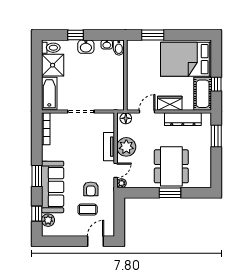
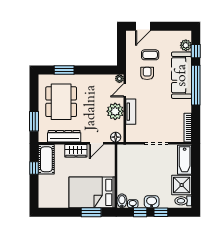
window: (99, 35) -> (140, 212), added
bed: (186, 59) -> (92, 192), moved, turned 180
dining table: (171, 166) -> (61, 102), moved
window: (37, 176) -> (196, 85), width x2.11
window: (170, 193) -> (64, 70), moved

